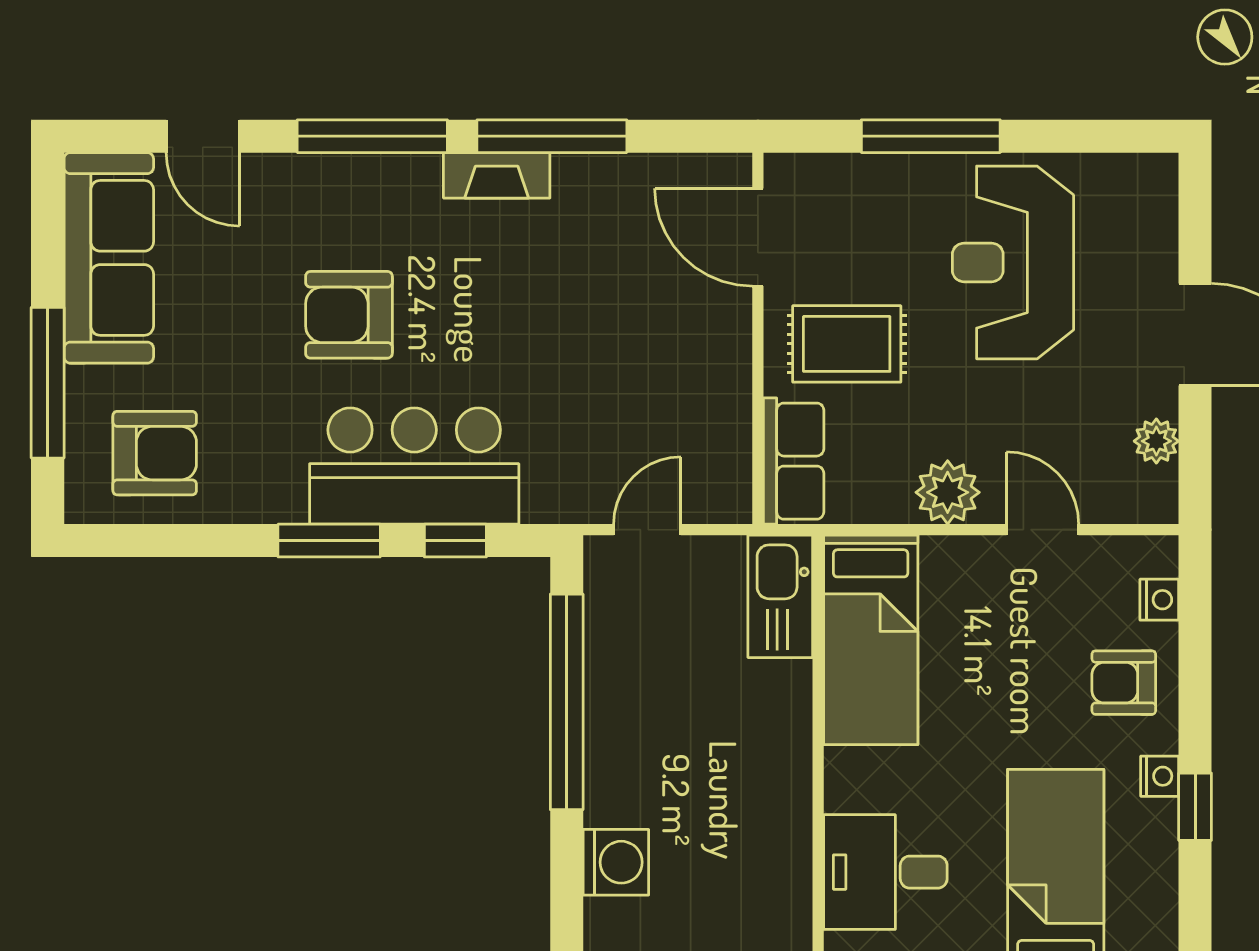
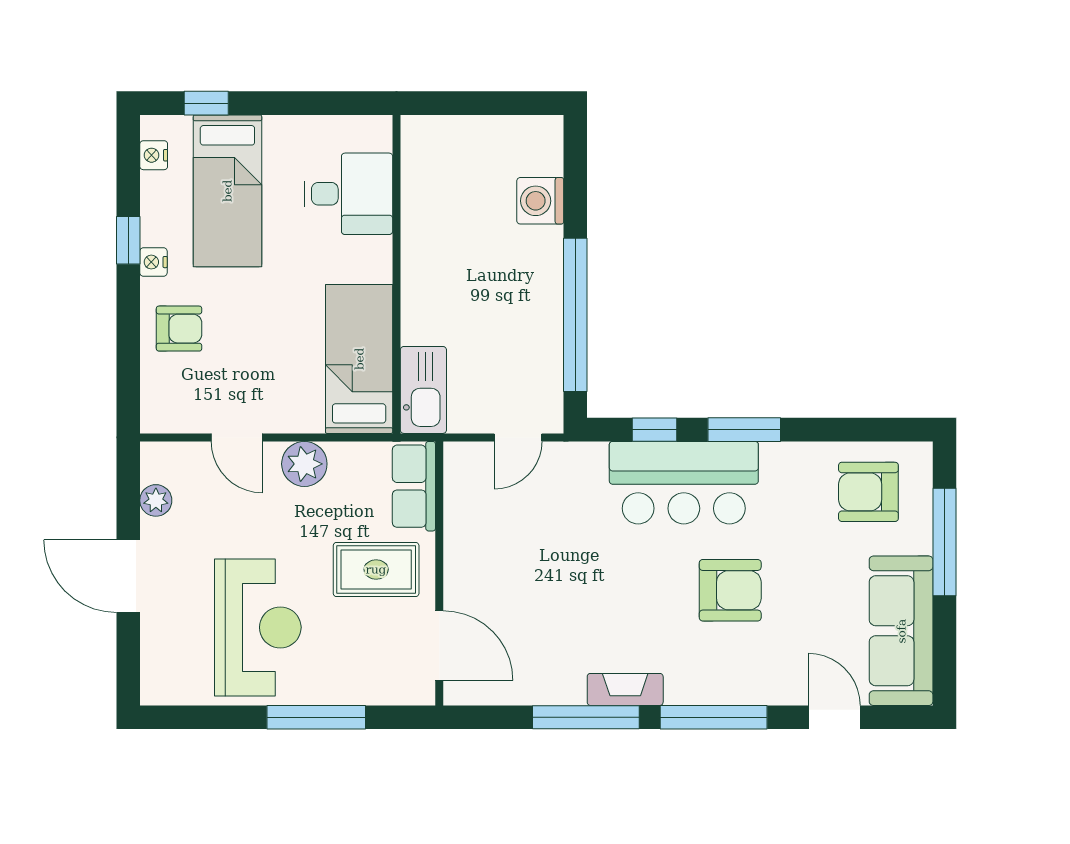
nightstand: (1159, 600) -> (154, 155), moved

